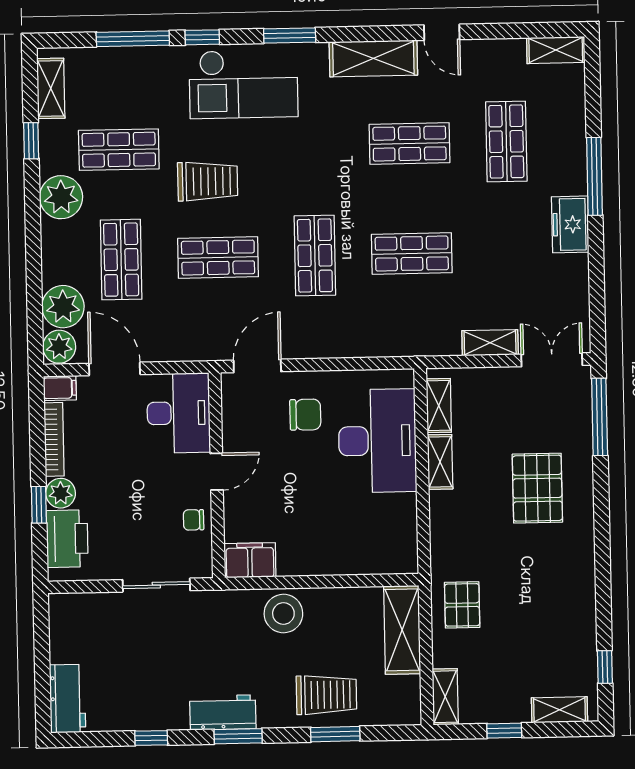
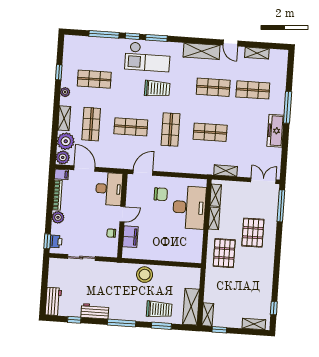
window: (290, 35) -> (156, 38), moved
shelving: (556, 50) -> (257, 53), moved
shelving: (51, 88) -> (64, 118), moved
shop shelf: (506, 142) -> (253, 90), turned 90
trolley: (208, 181) -> (157, 89), moved
plant: (61, 197) -> (65, 92), width x0.53, depth x0.53
freezer: (570, 224) -> (276, 131), width x1.40
shelving: (490, 343) -> (226, 171), moved
window: (39, 505) -> (47, 241), moved
printer: (67, 539) -> (56, 241), width x0.53, depth x0.68
filing cabinet: (250, 560) -> (130, 237), moved, turned 90
sliding door: (156, 585) -> (81, 258), moved
pallet: (462, 605) -> (224, 253), moved, width x1.50, depth x1.42
shelving: (402, 630) -> (191, 307), moved
workbench: (223, 712) -> (95, 311), moved
window: (504, 731) -> (219, 330), moved
window: (238, 736) -> (122, 323), width x1.44
window: (151, 738) -> (74, 320), moved

